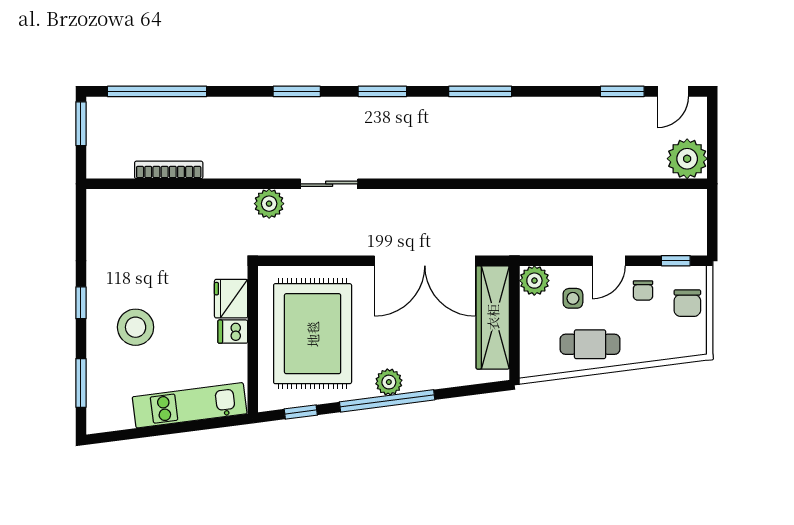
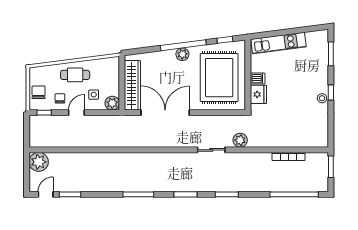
window: (81, 124) -> (331, 167), moved
stool: (136, 327) -> (322, 98), moved, width x0.53, depth x0.53
cafe table: (590, 344) -> (75, 75), moved

